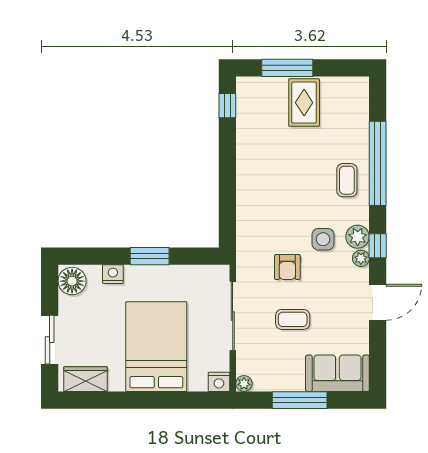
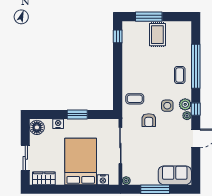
coffee table: (293, 319) -> (135, 99), moved
nightstand: (219, 382) -> (103, 180), moved

